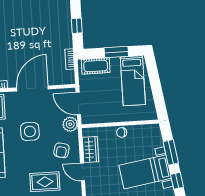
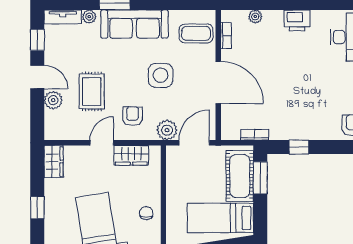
window: (116, 52) -> (260, 178), moved
cot: (96, 66) -> (240, 176), width x1.37, depth x1.34
chair: (122, 132) -> (146, 213), moved
armchair: (61, 150) -> (133, 116), turned 76

